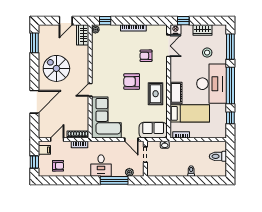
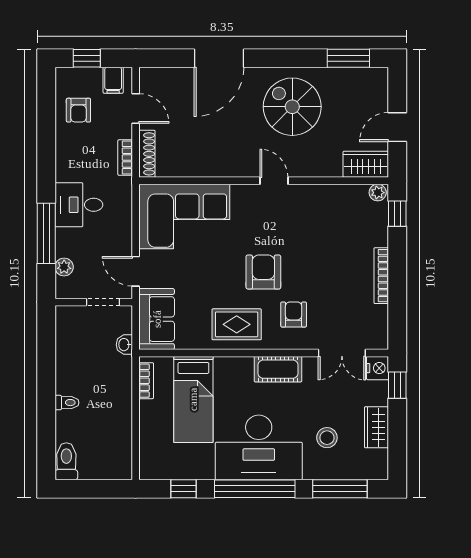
door: (66, 21) -> (397, 127), hinge flipped
armchair: (146, 56) -> (294, 314), moved
spiral stairs: (56, 68) -> (292, 107), turned -90
door: (90, 90) -> (274, 181), moved
cot: (176, 93) -> (278, 369), moved
door: (34, 102) -> (219, 58), hinge flipped
door: (131, 140) -> (136, 271), hinge flipped
toilet: (218, 156) -> (66, 461), moved

